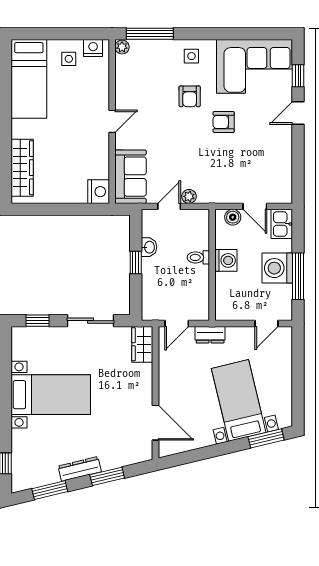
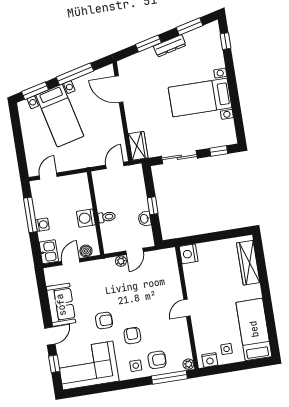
armchair: (162, 59) -> (157, 360), added
sofa: (130, 177) -> (61, 305), moved, turned 180
door: (255, 206) -> (71, 262), hinge flipped
washing machine: (277, 268) -> (42, 225), width x0.53, depth x0.53
dresser: (210, 335) -> (89, 161), removed
window: (210, 452) -> (75, 74), added

